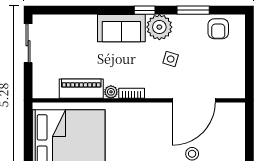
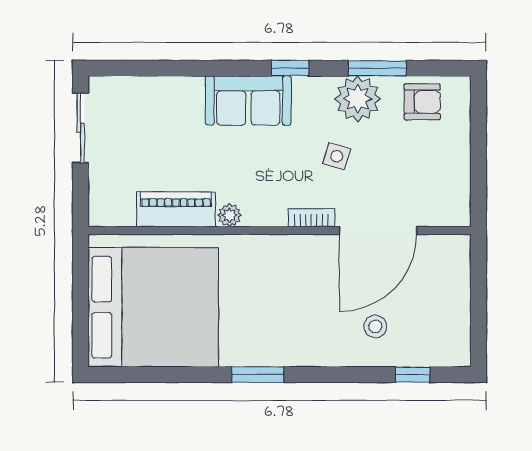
plant: (159, 27) -> (358, 99), moved
armchair: (218, 29) -> (422, 102), turned -90
bookcase: (132, 93) -> (311, 218), moved

